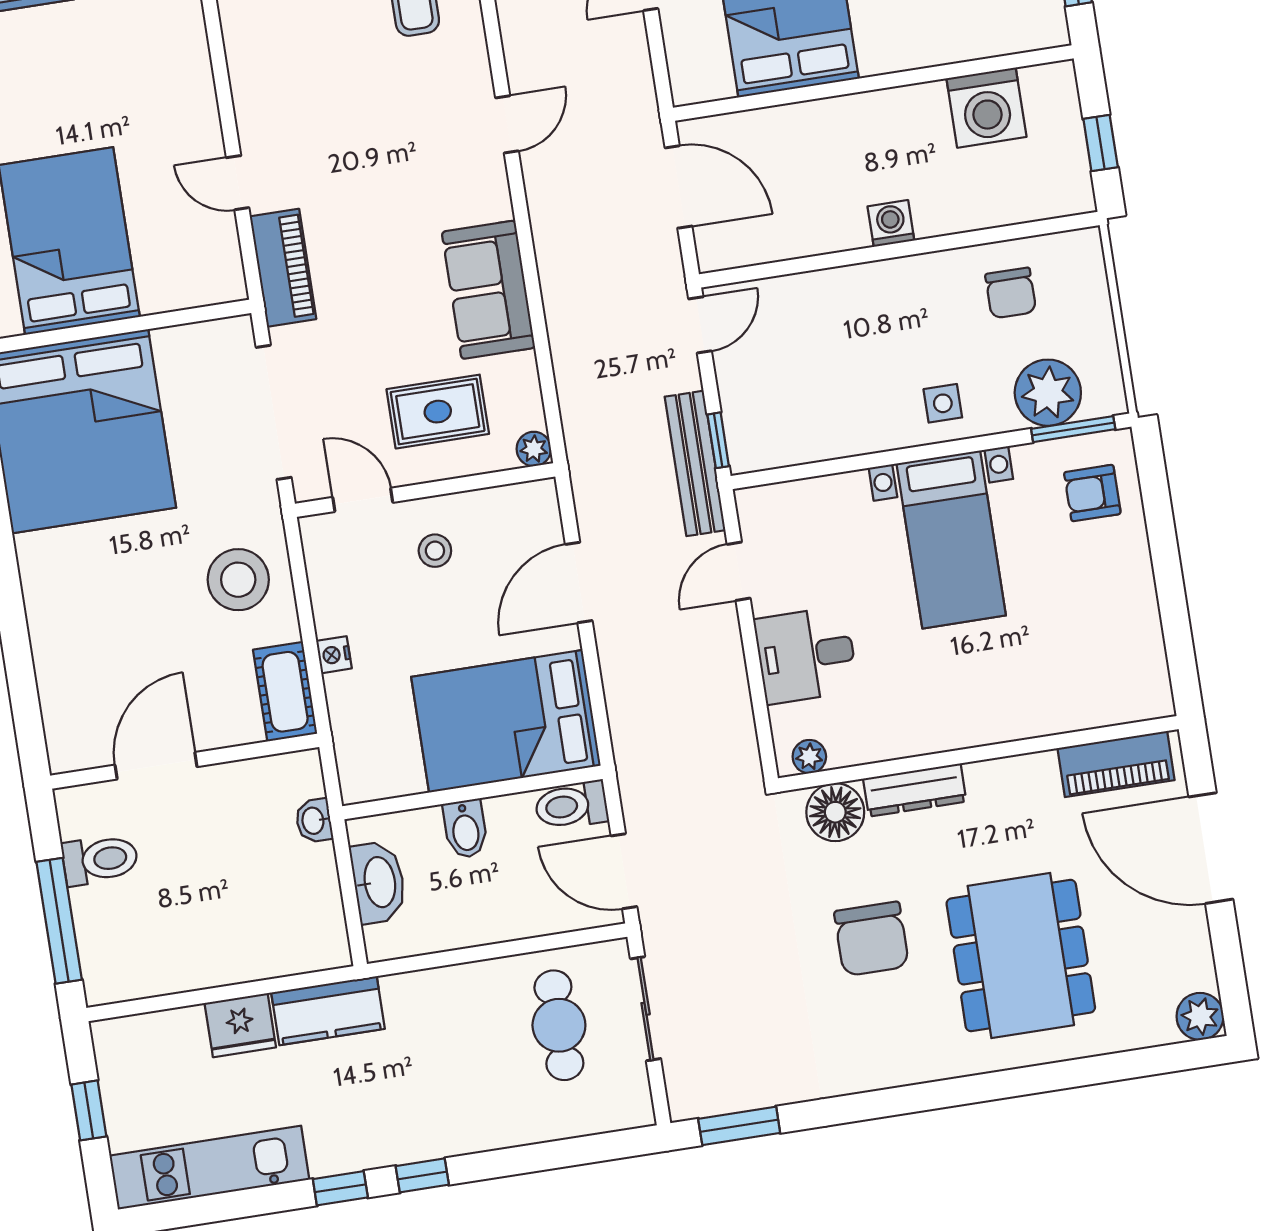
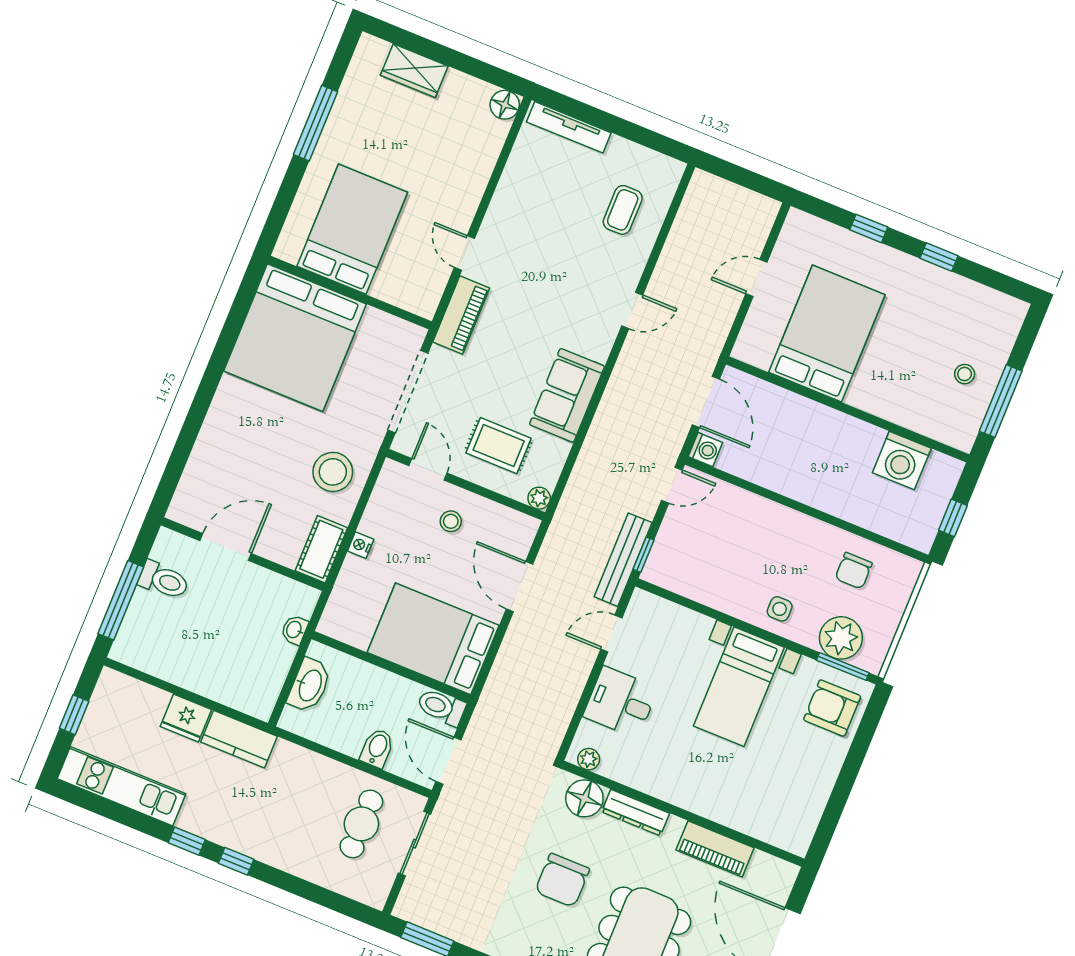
washing machine: (891, 223) -> (705, 450), moved, turned 90
armchair: (1092, 493) -> (832, 708), width x1.38, depth x1.38
door: (579, 582) -> (519, 587), hinge flipped
piano: (1116, 764) -> (715, 849), moved
bidet: (465, 829) -> (377, 748), moved, turned 180

